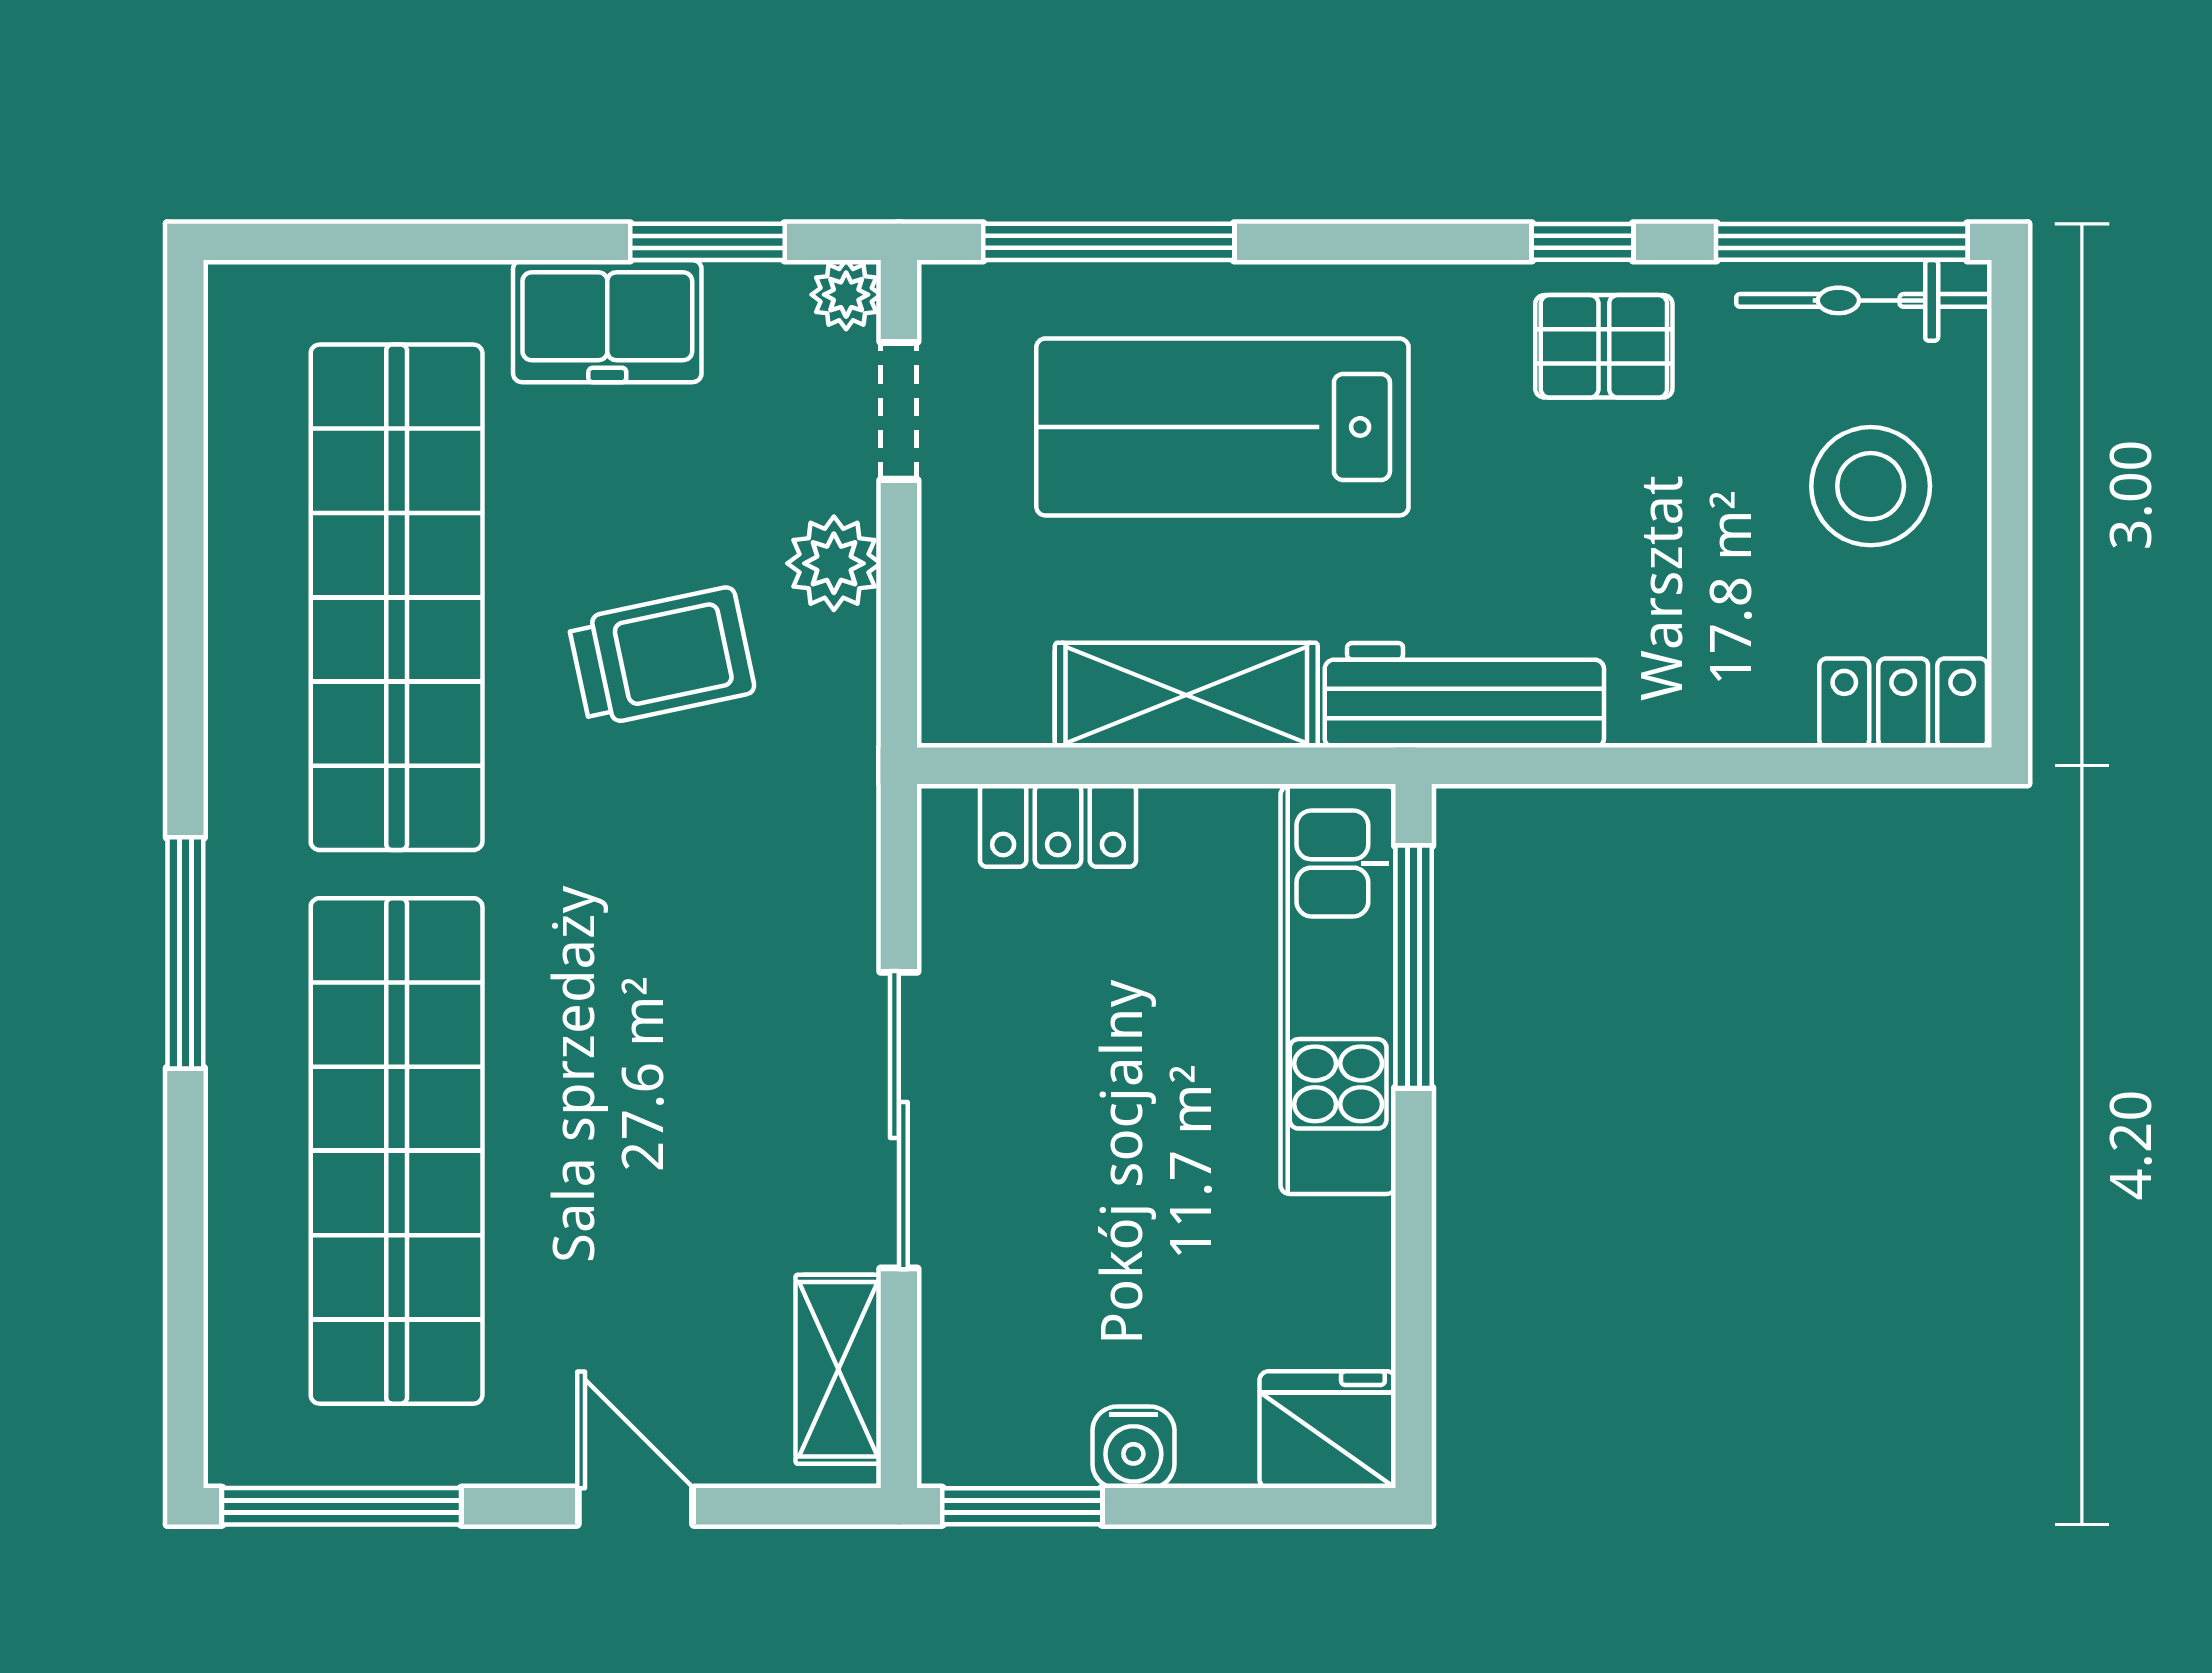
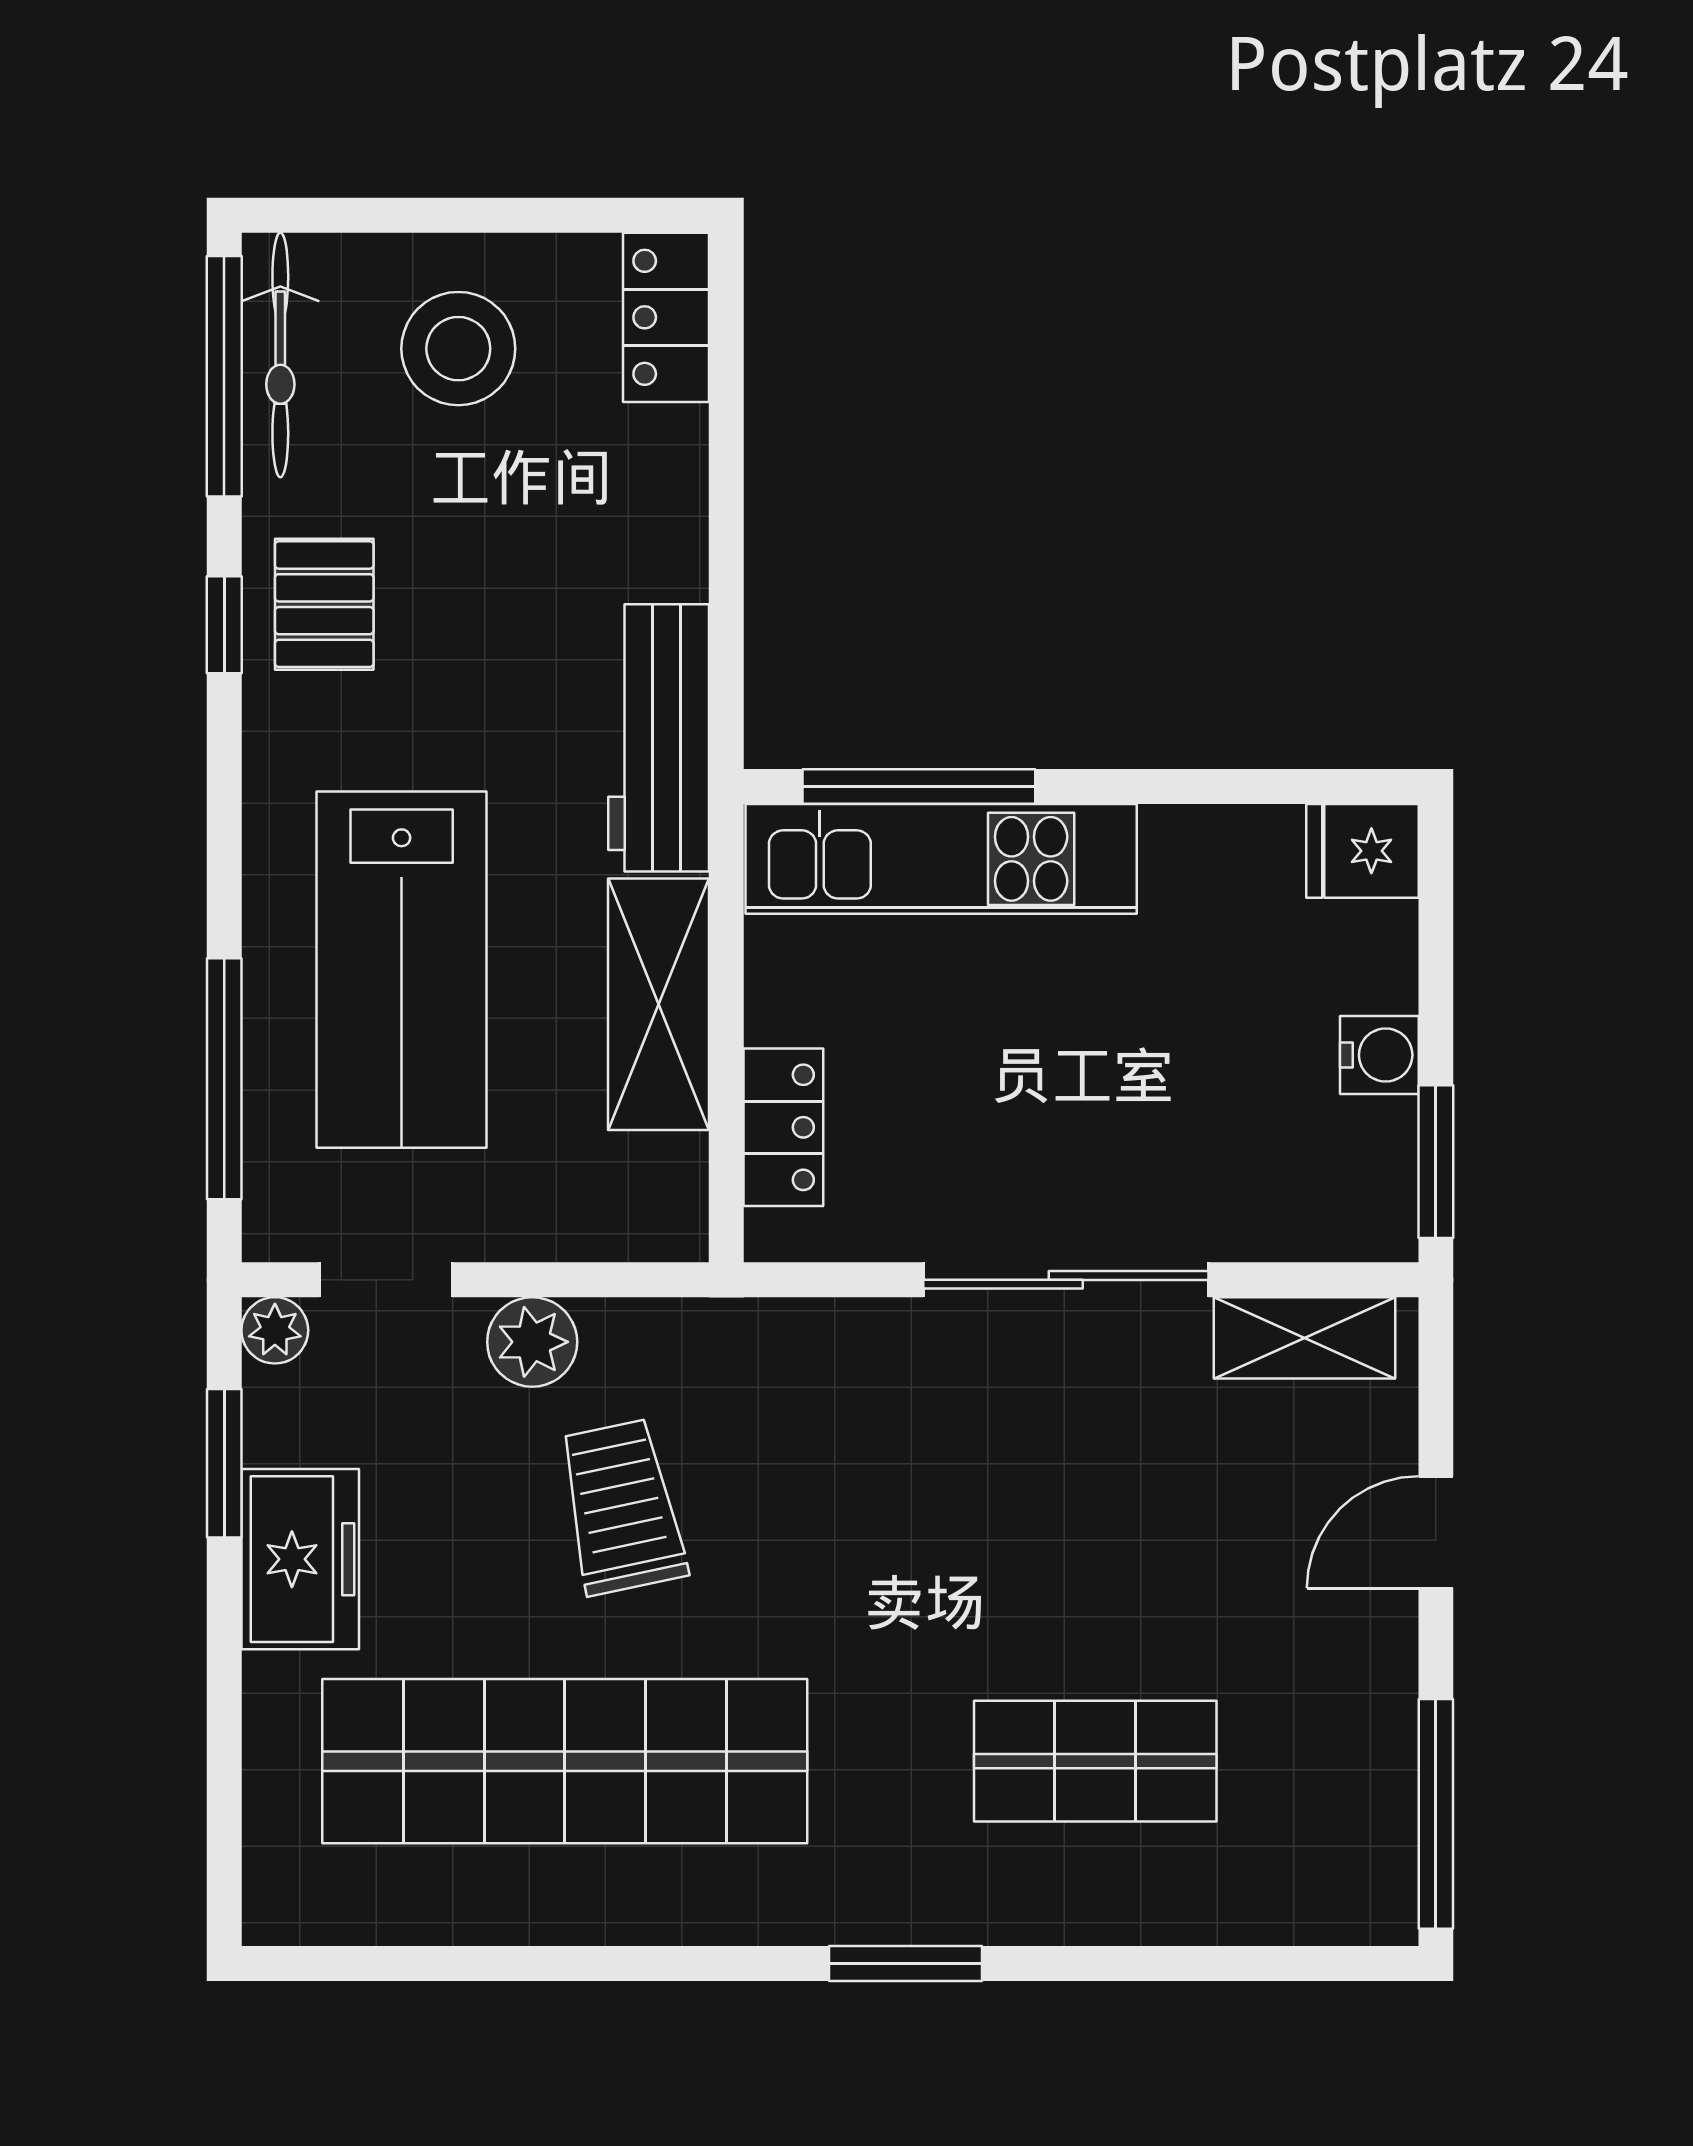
window: (185, 953) -> (905, 1963), width x0.69
shop shelf: (397, 1151) -> (1095, 1761), width x0.50, depth x0.74
fridge: (1328, 1430) -> (1362, 851), width x0.72

